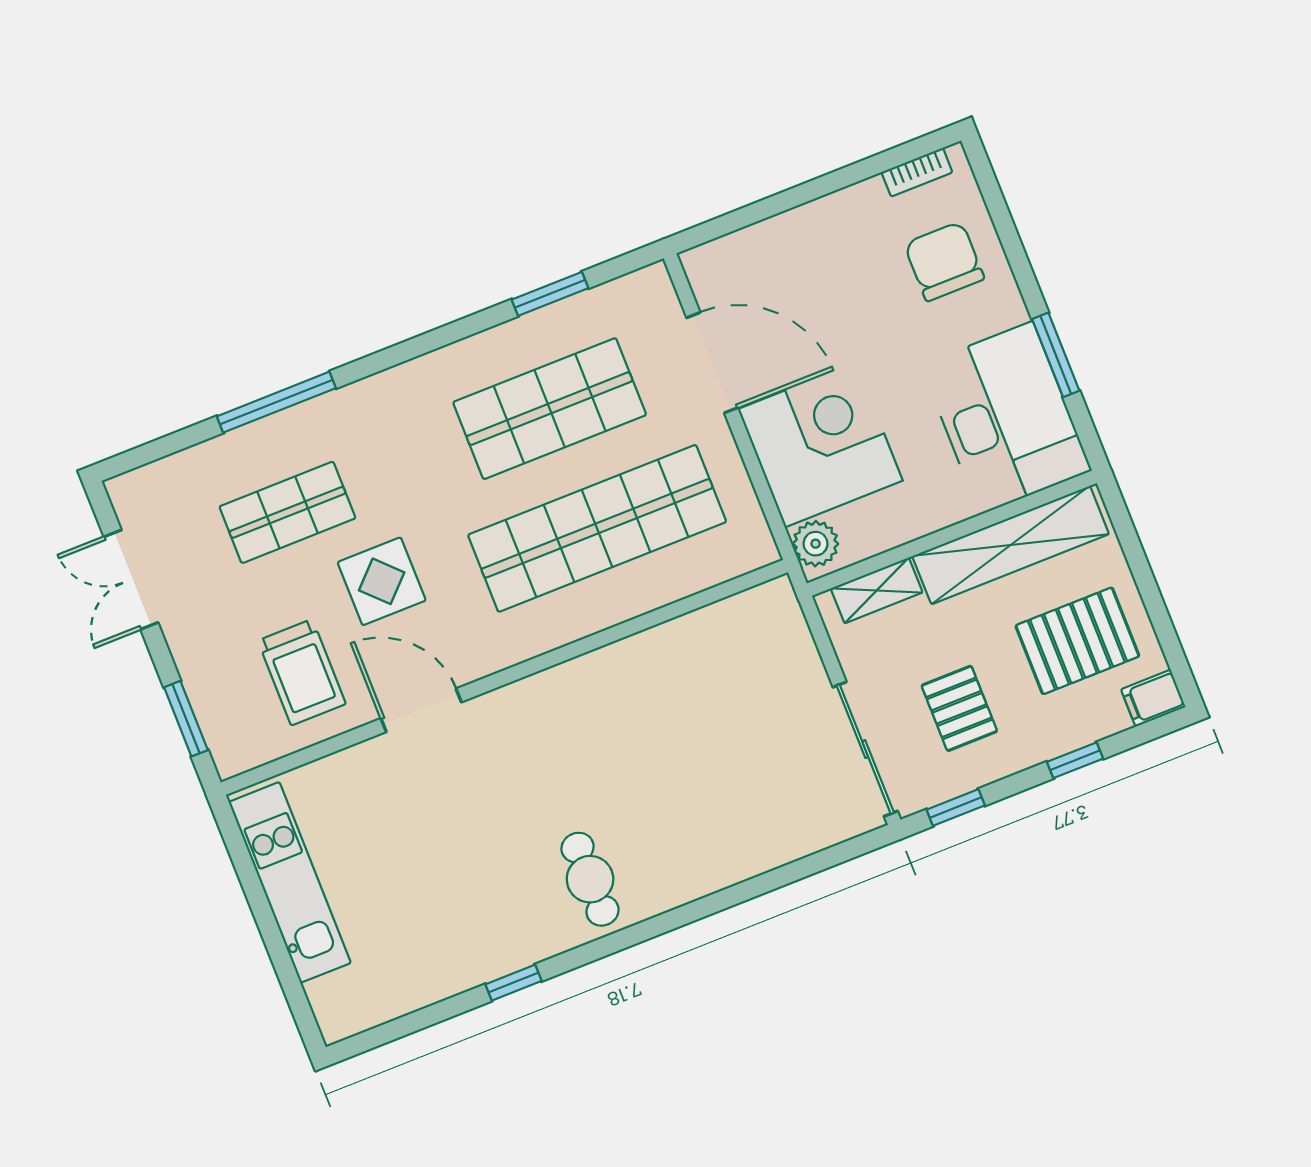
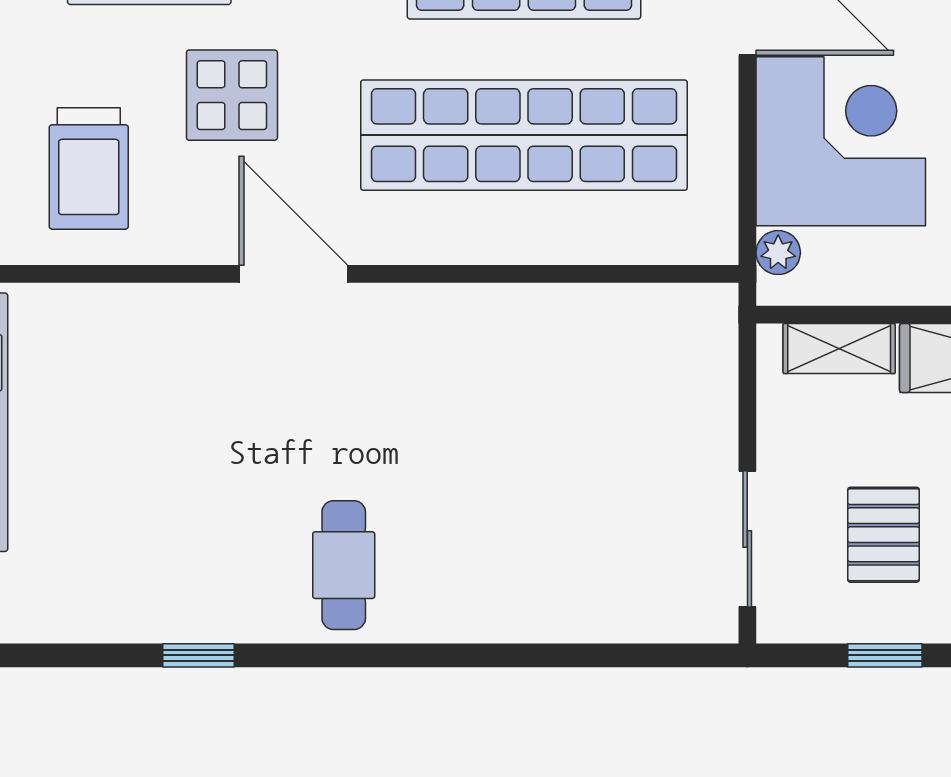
plant: (816, 544) -> (778, 253), width x0.73, depth x0.73
door: (421, 710) -> (293, 274), moved
sliding door: (865, 749) -> (747, 539), width x0.73
window: (956, 808) -> (885, 655), moved

